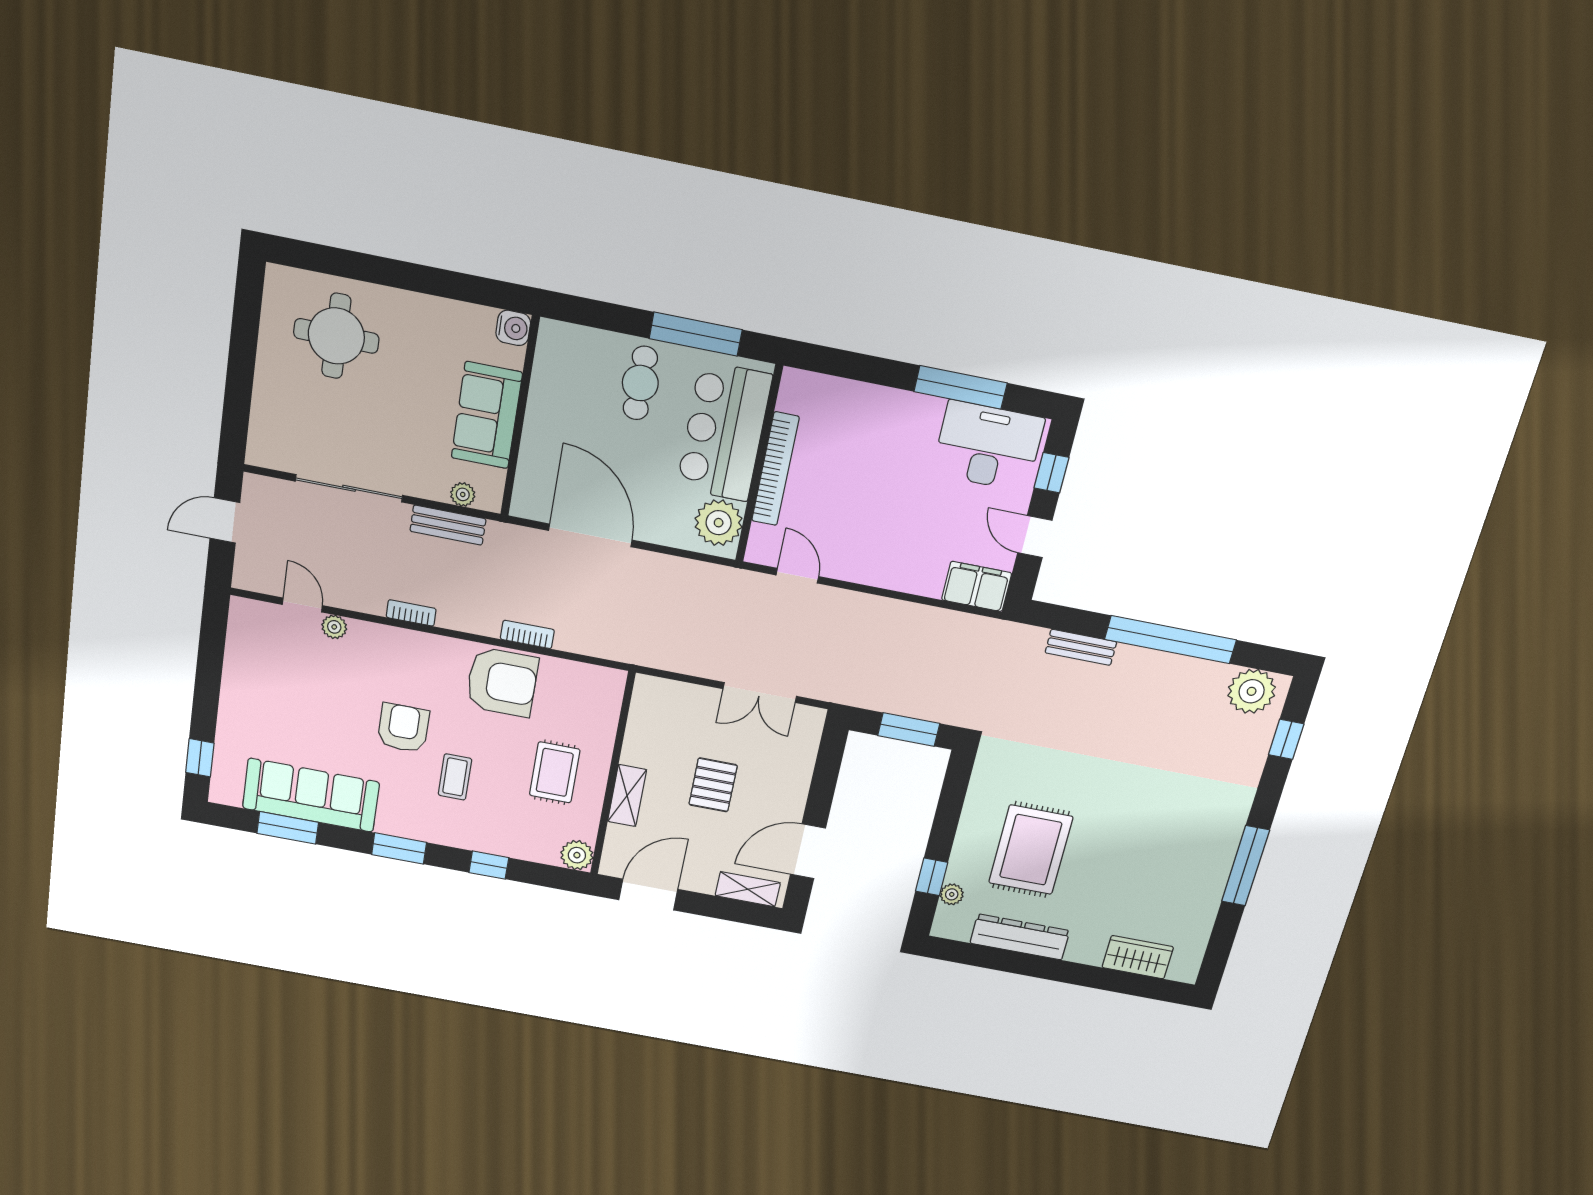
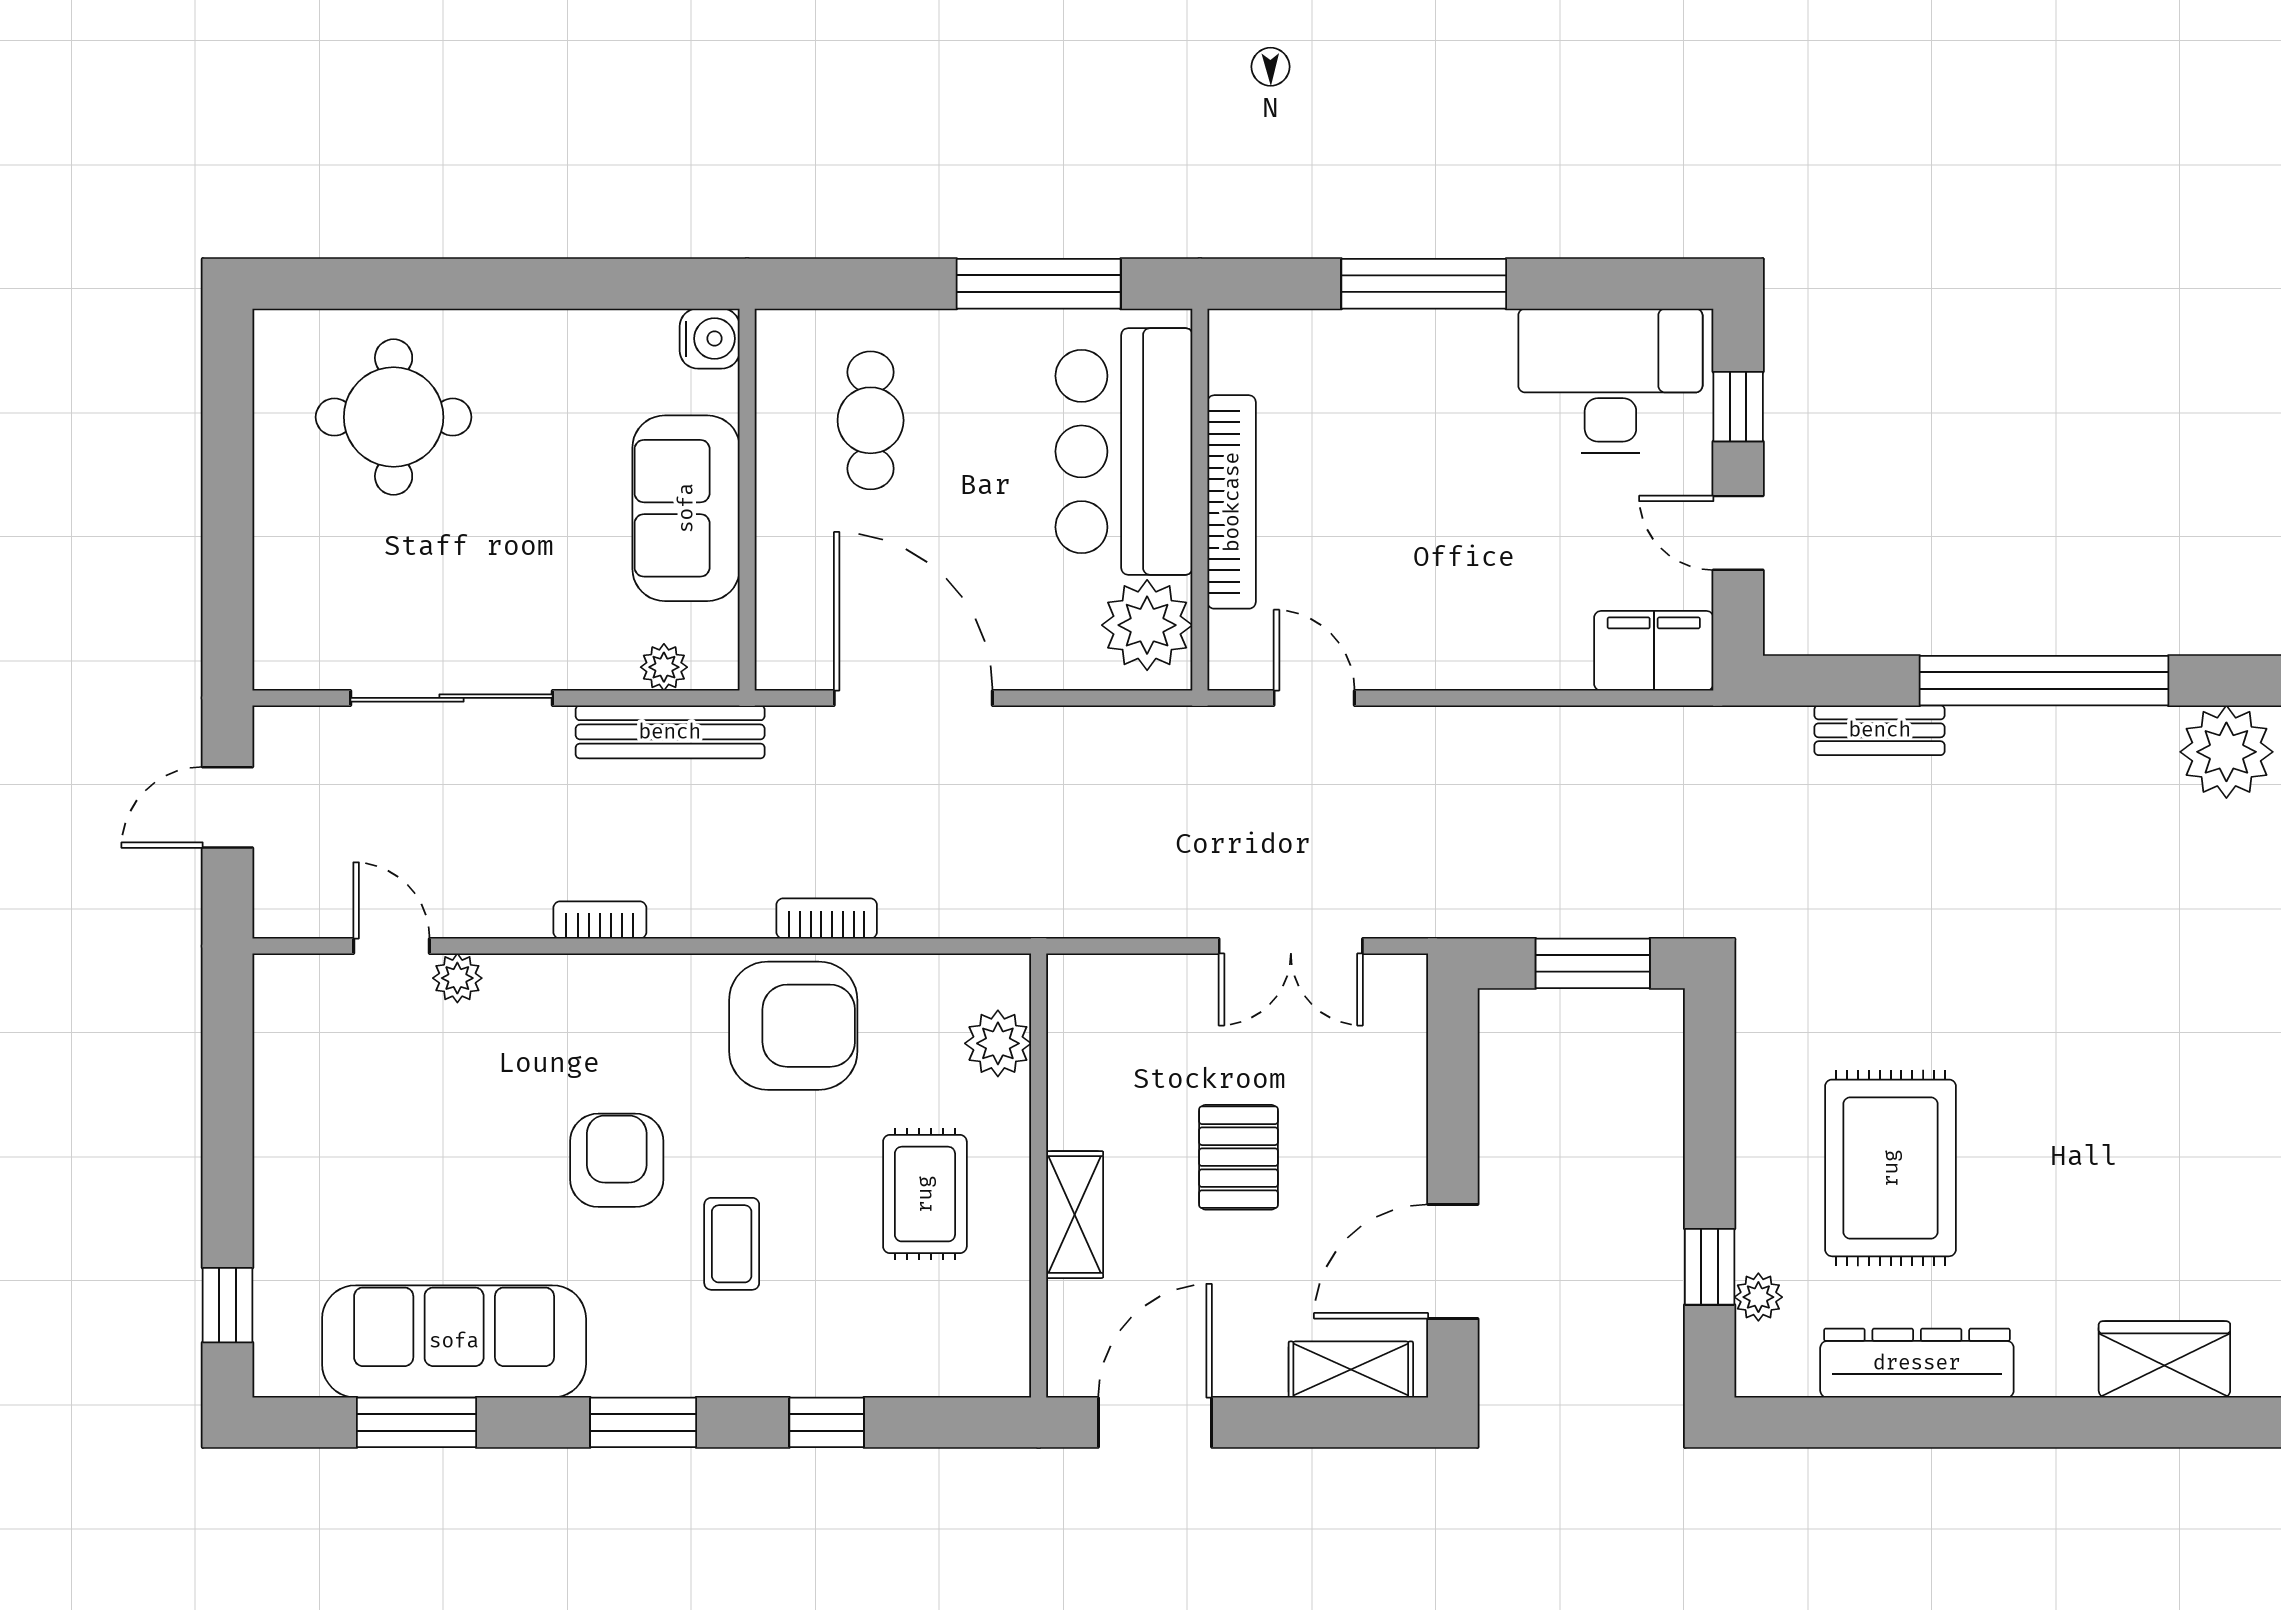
cafe table: (640, 383) -> (871, 420), moved
window: (961, 387) -> (1424, 284), moved
bench: (448, 525) -> (670, 732), width x1.36
plant: (577, 855) -> (998, 1043), moved

